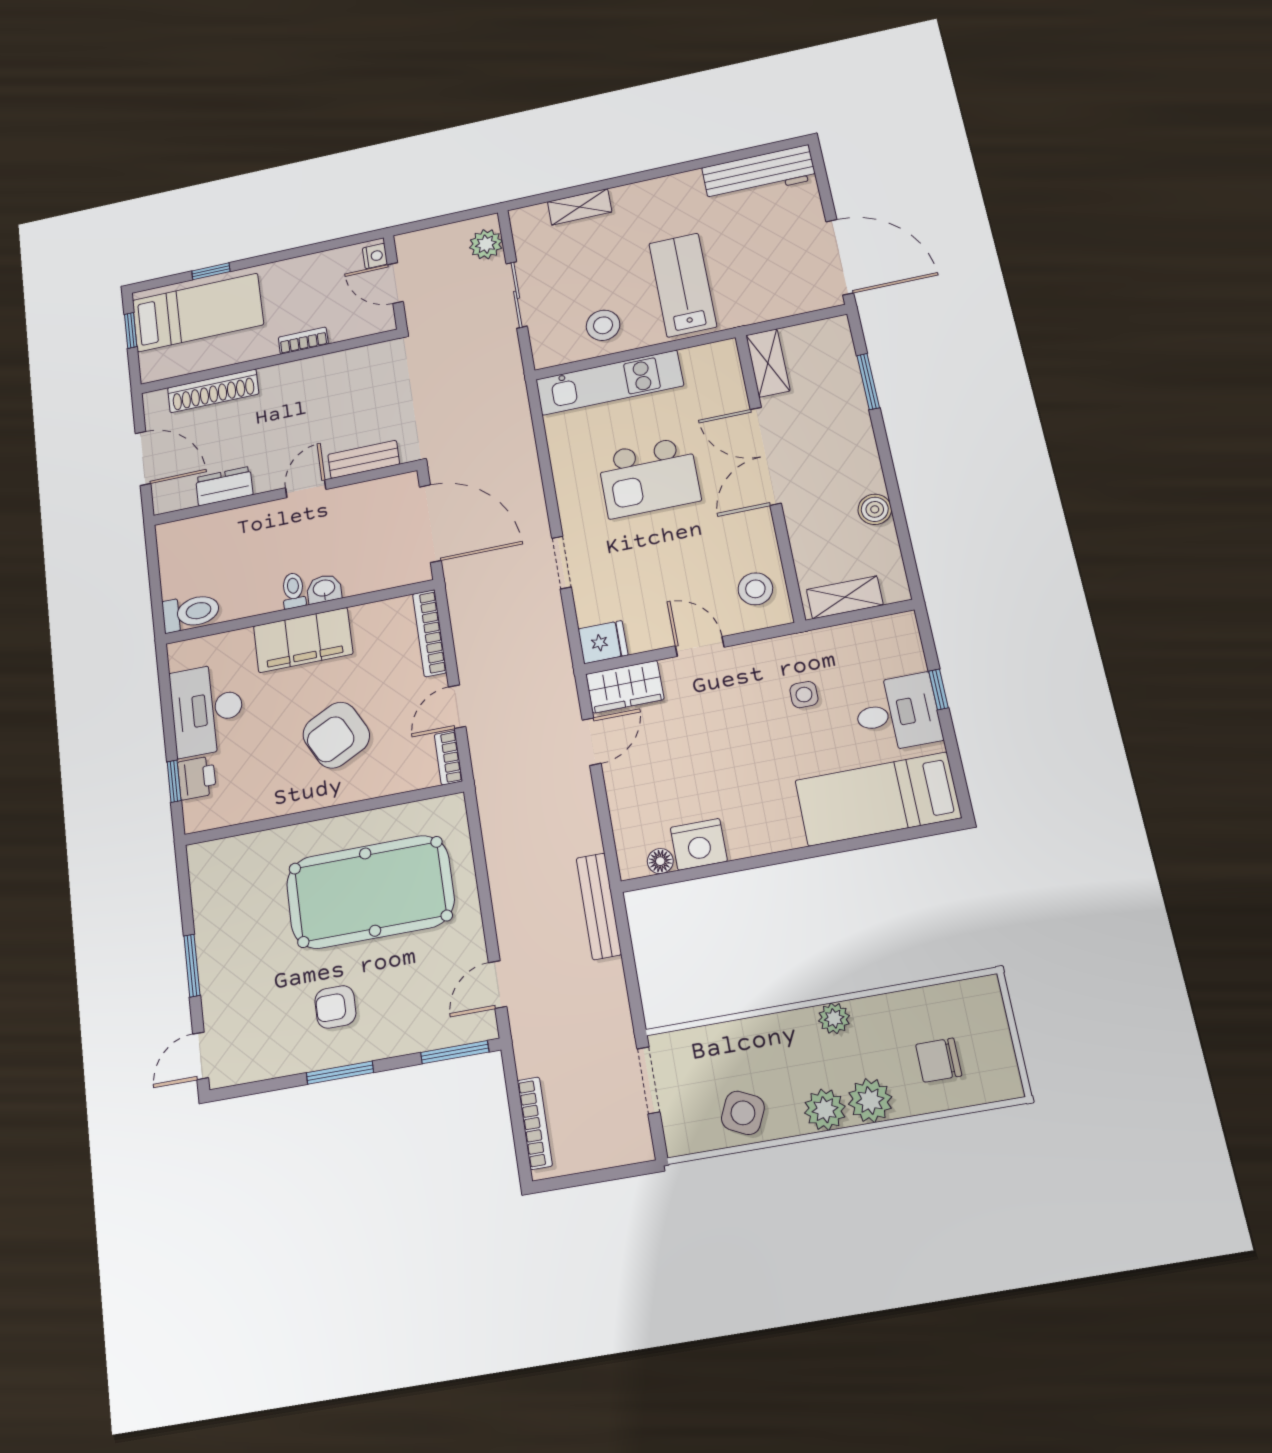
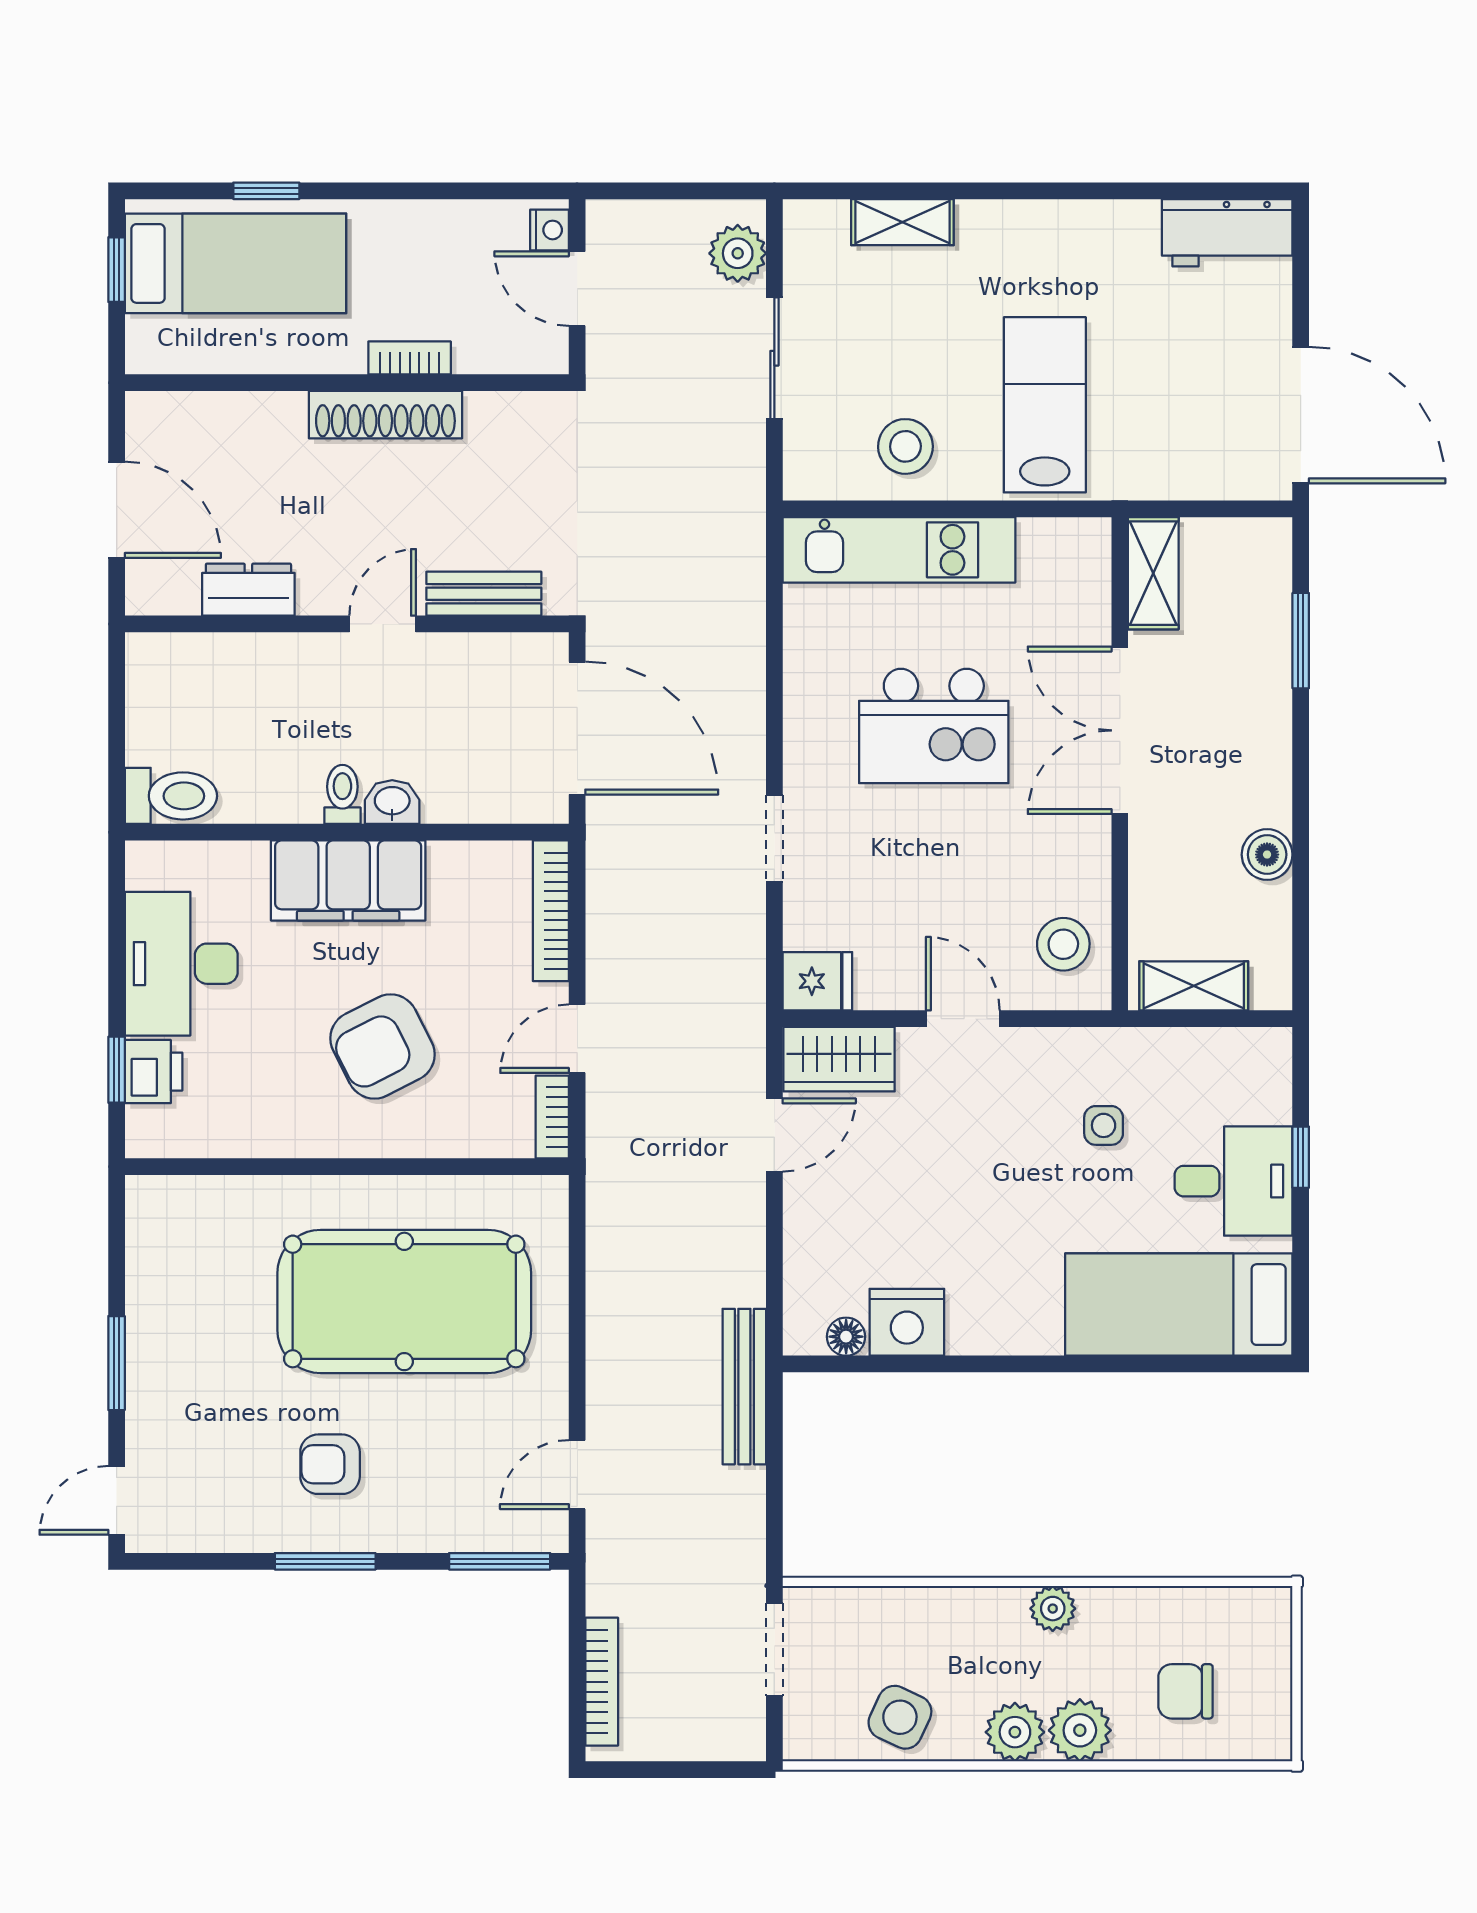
workbench: (759, 173) -> (1227, 233), width x0.73
shoe rack: (213, 391) -> (385, 415), moved

